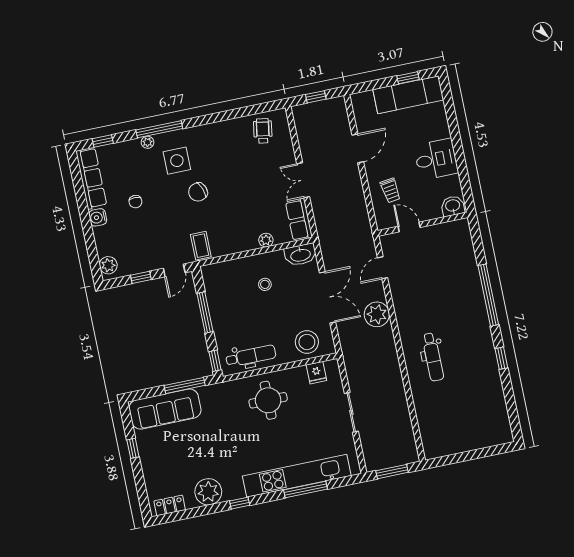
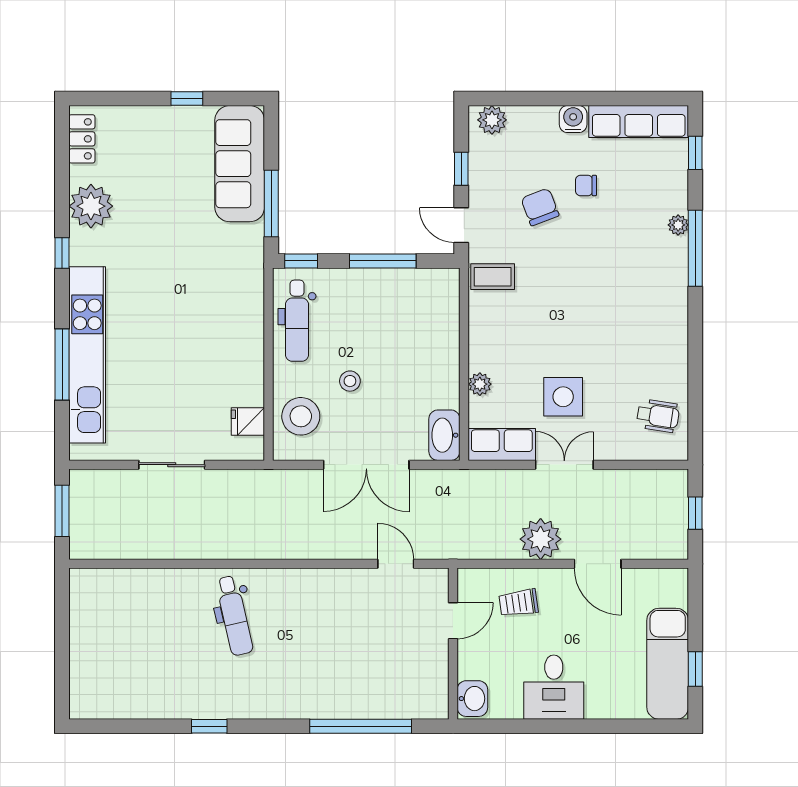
side table: (177, 161) -> (563, 397), moved
chair: (198, 192) -> (540, 207), moved
stool: (265, 284) -> (350, 381), moved
window: (488, 295) -> (361, 726), moved
plant: (377, 314) -> (541, 539), moved
dental chair: (433, 357) -> (234, 616), turned -103
round table: (268, 400) -> (219, 334), removed

